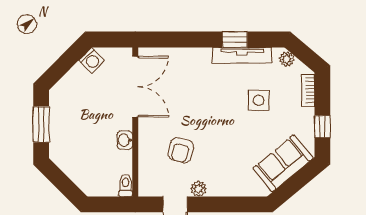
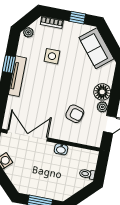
tv unit: (242, 55) -> (17, 76), moved
floor lamp: (221, 184) -> (102, 92), added
toilet: (126, 185) -> (87, 174), moved

